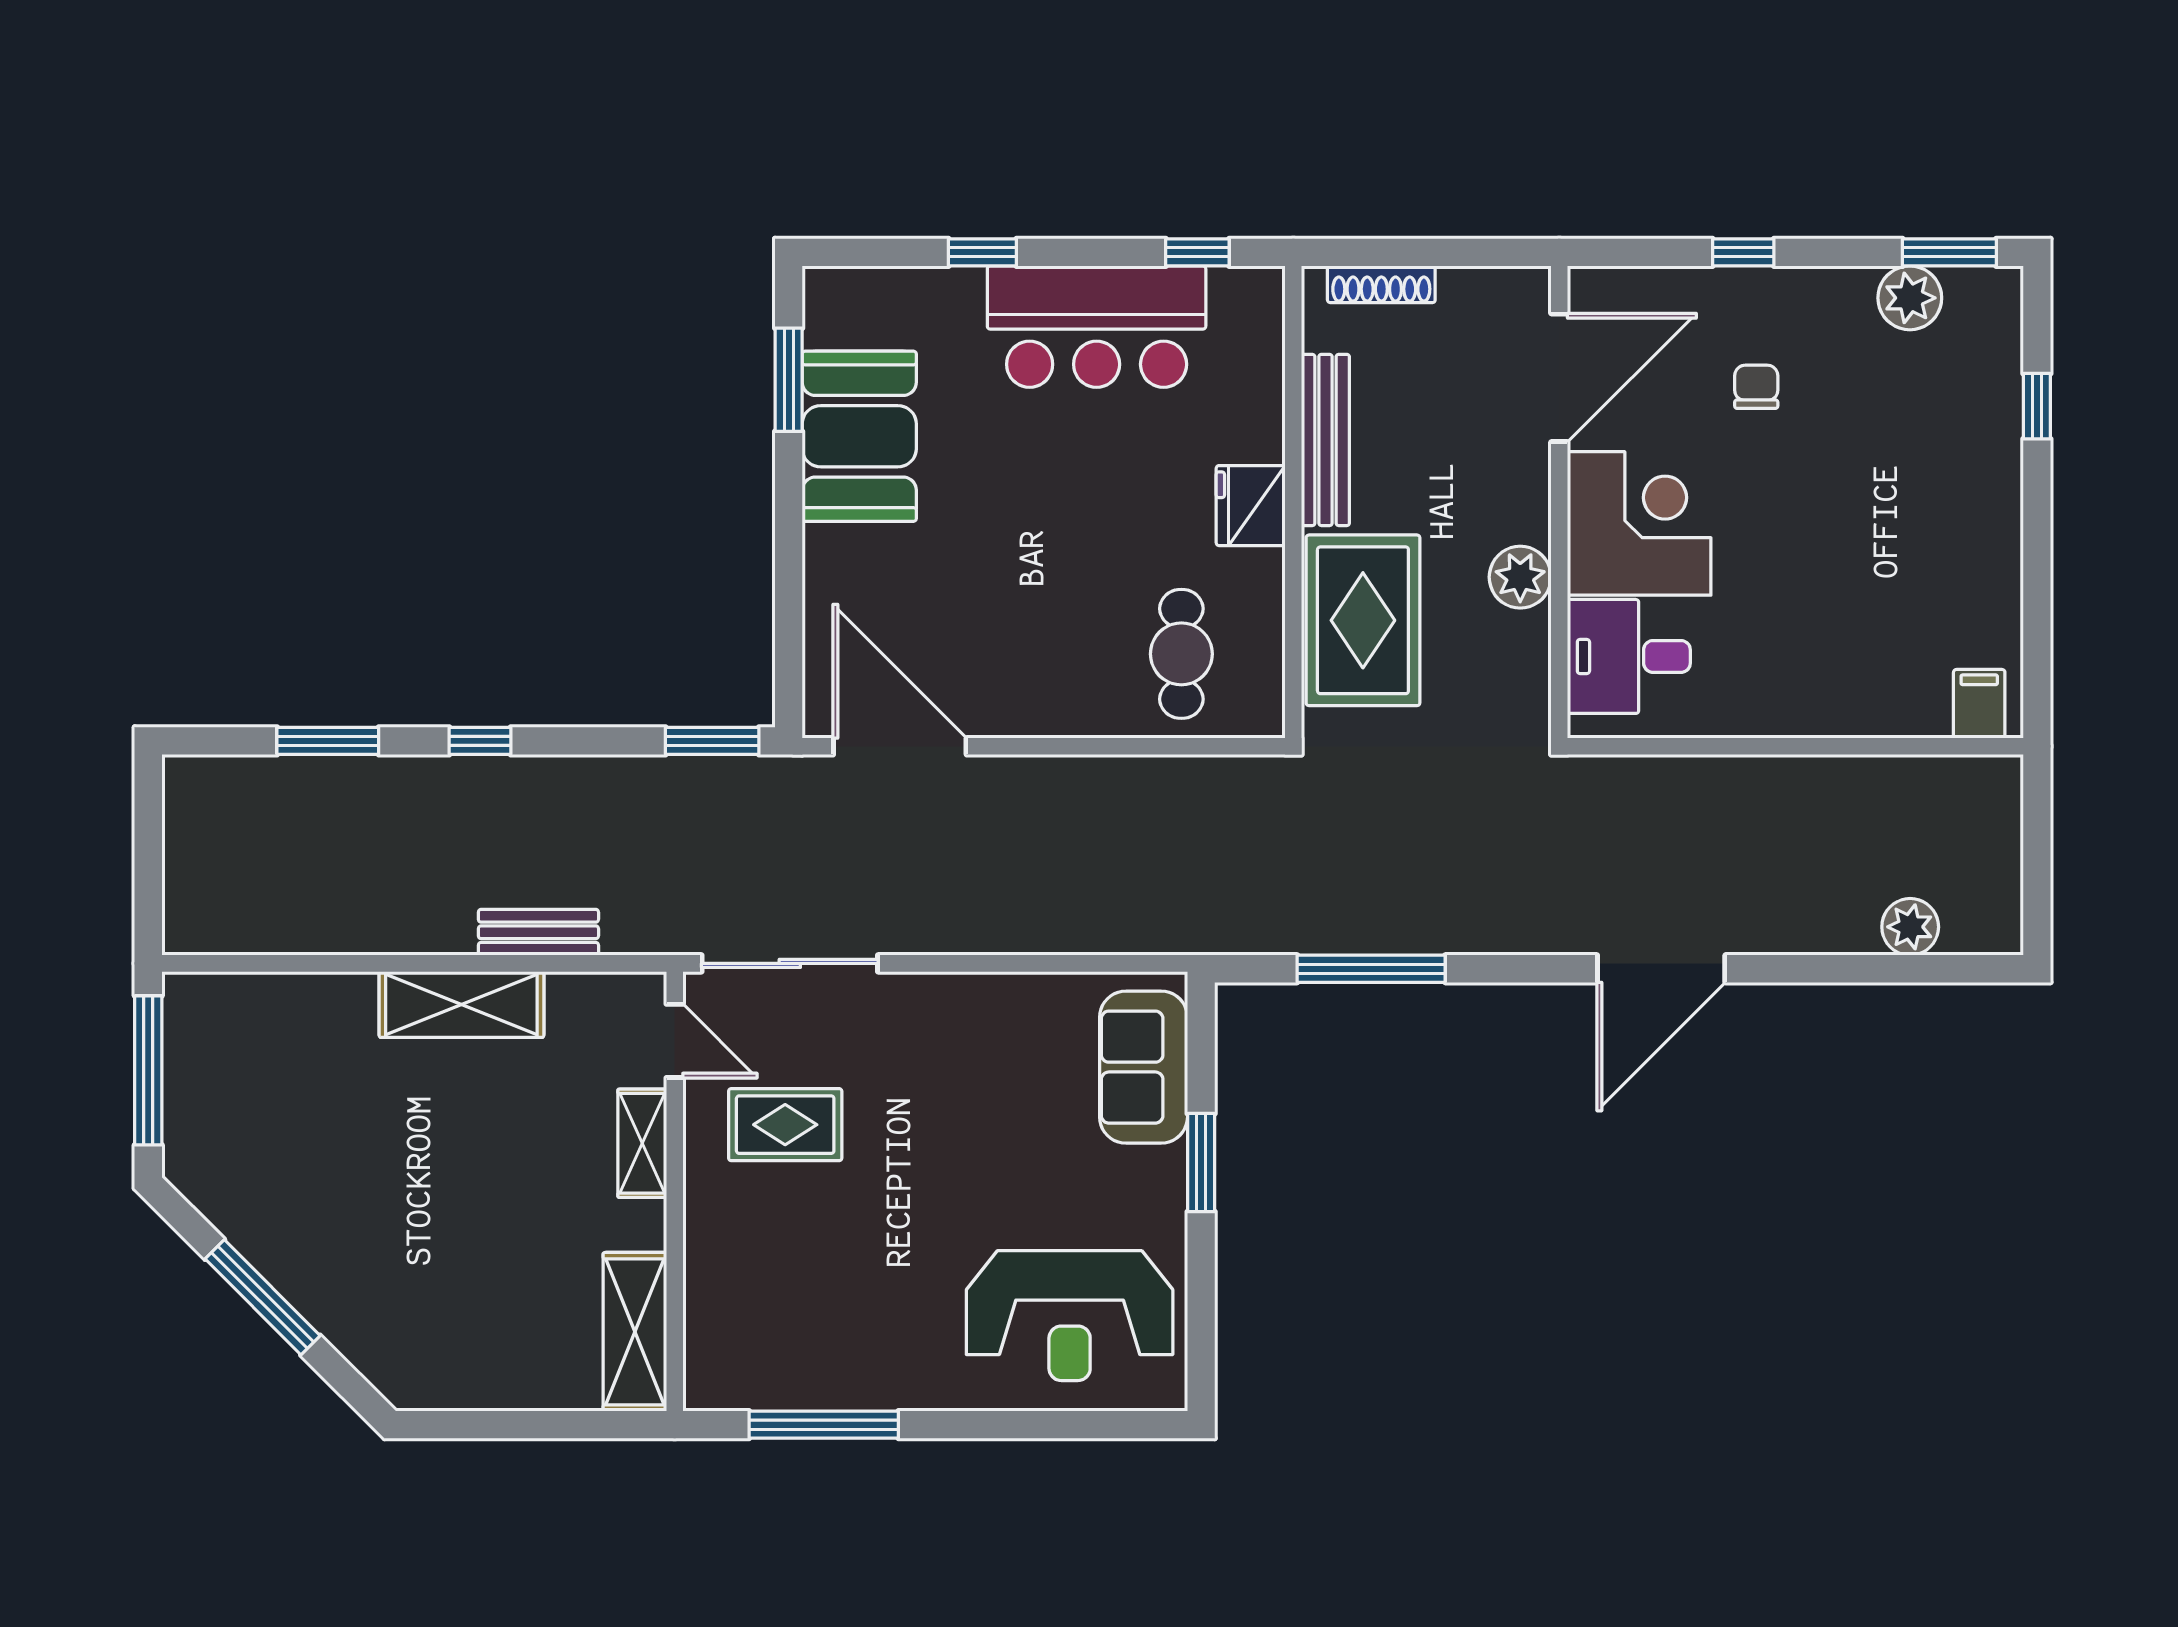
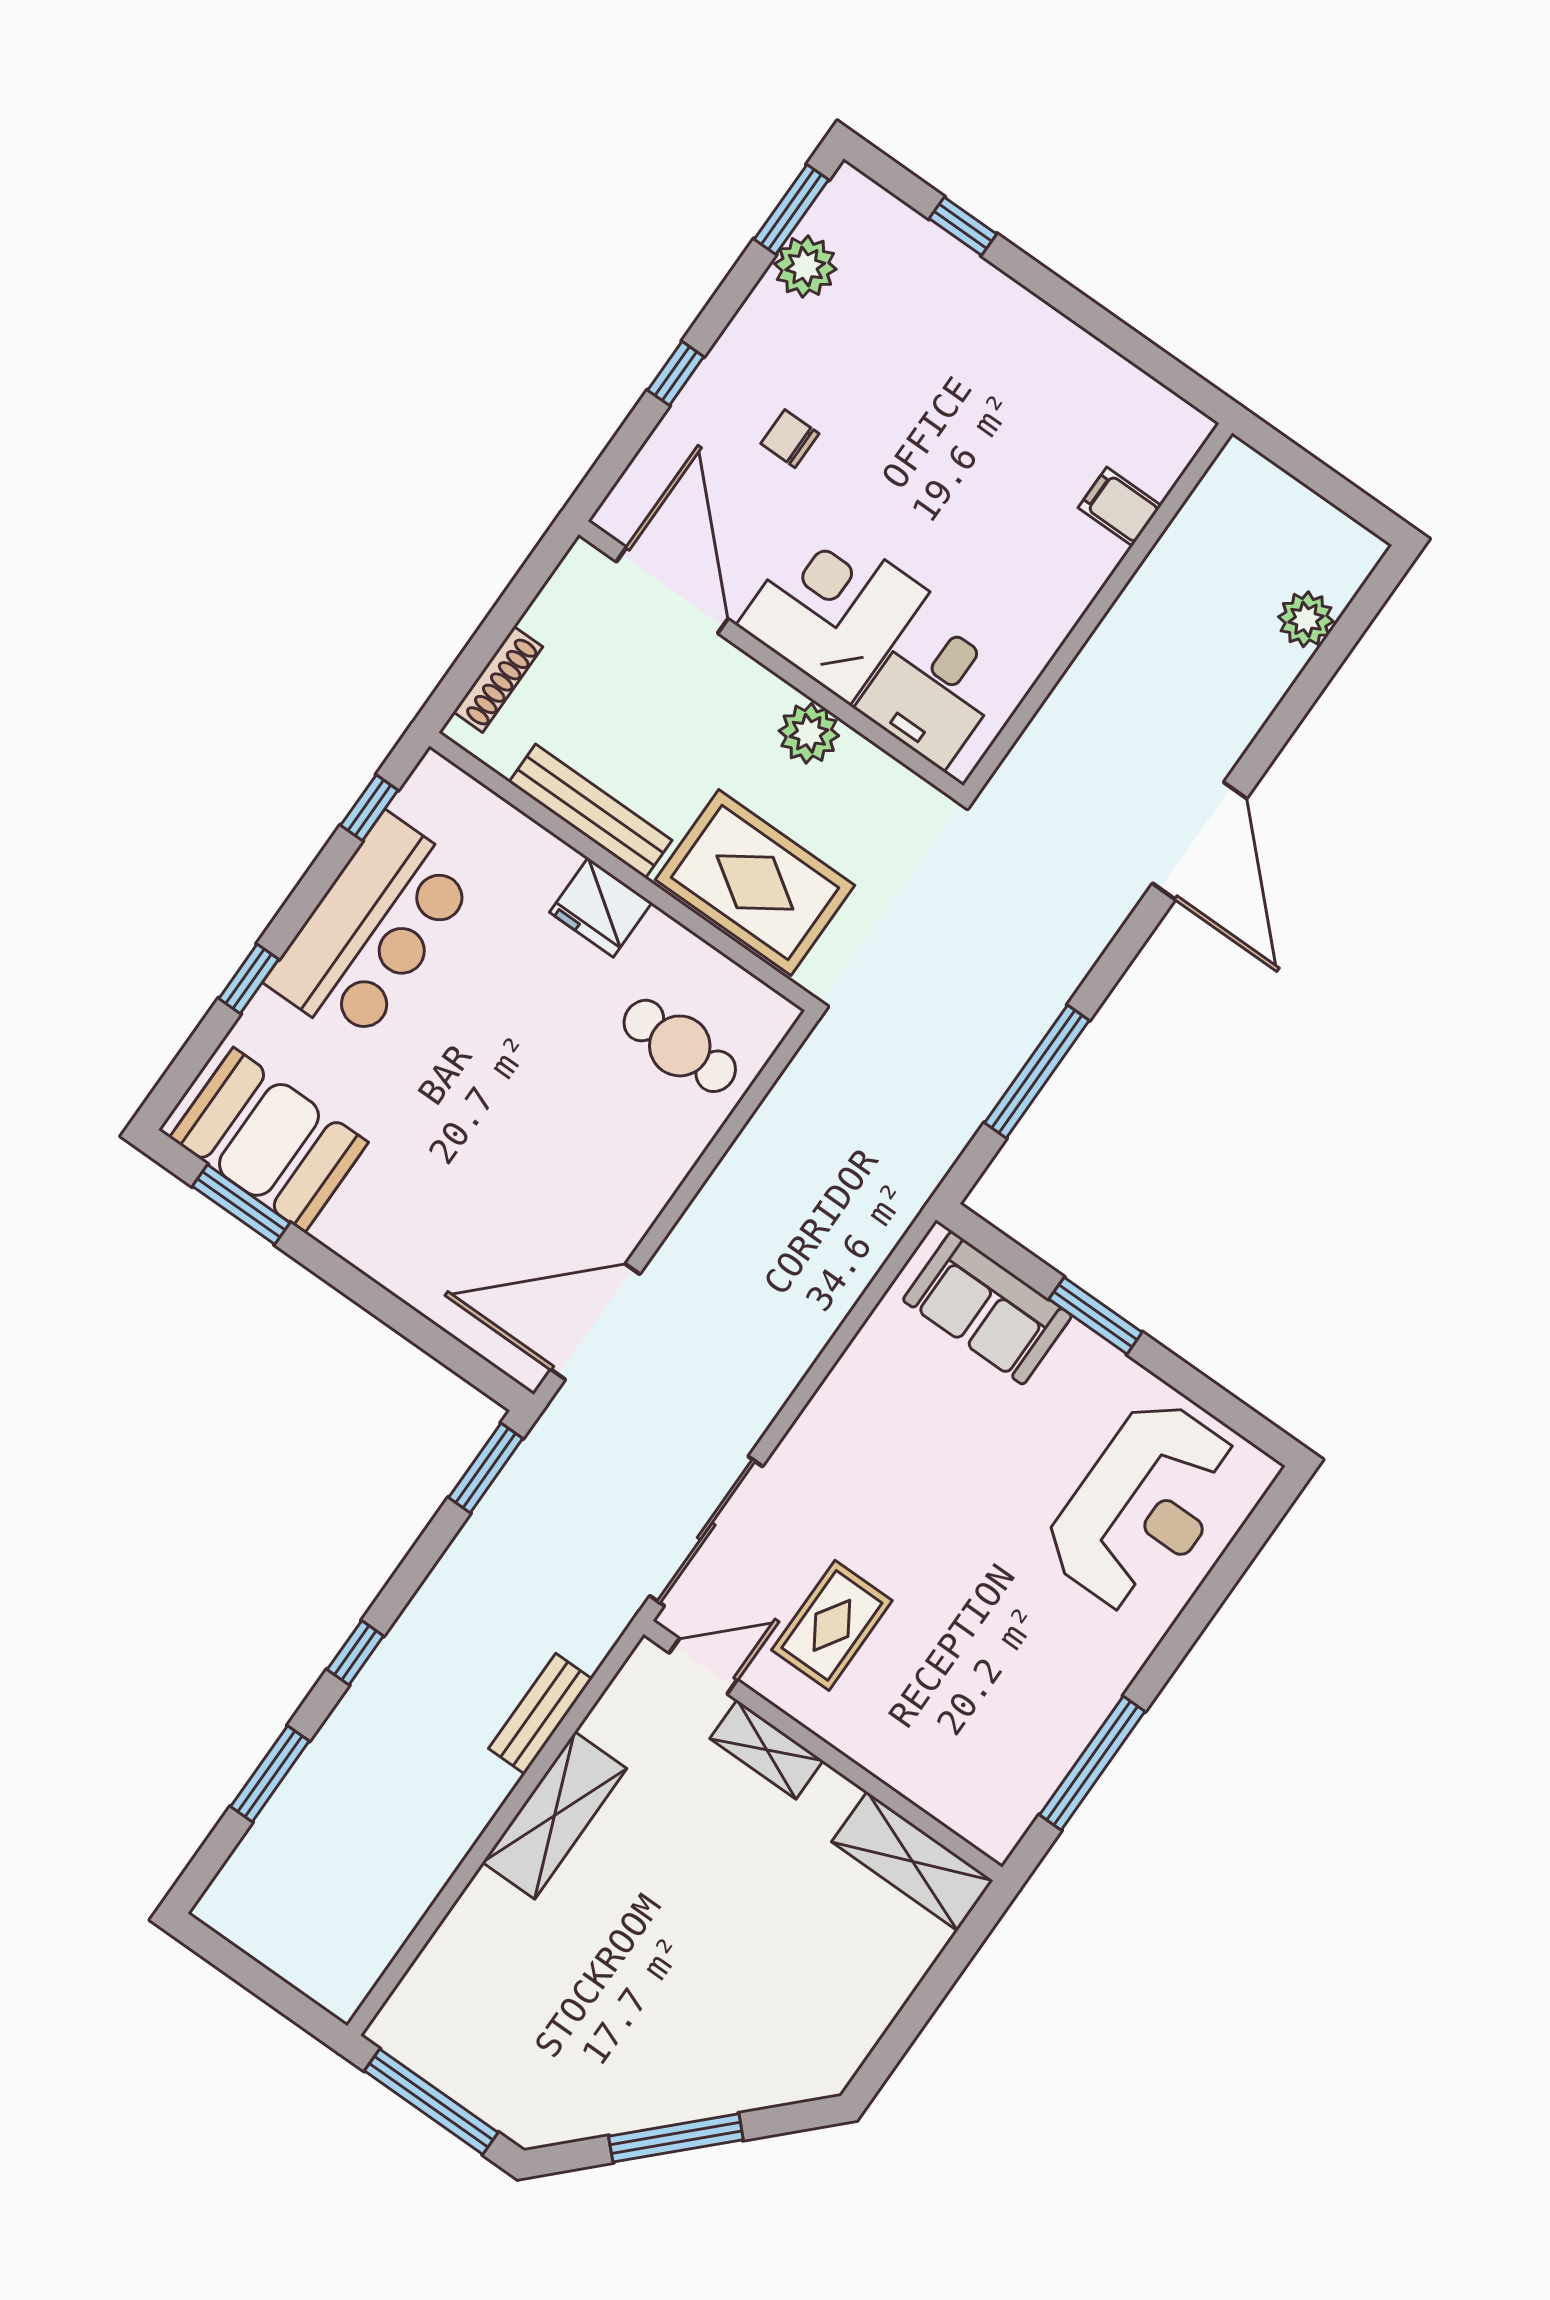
booth: (859, 436) -> (269, 1140), moved
filing cabinet: (1979, 704) -> (1120, 507), moved

